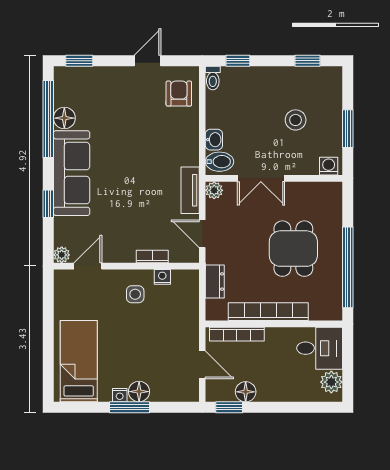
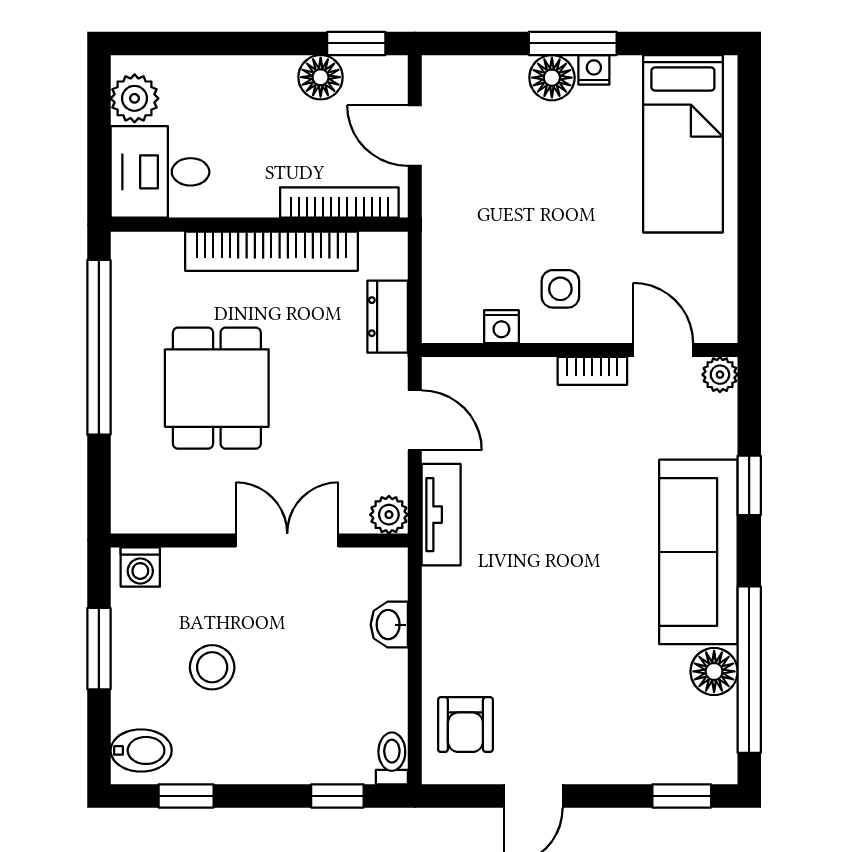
bidet: (220, 162) -> (141, 750), moved, turned 180
bookcase: (152, 256) -> (592, 371), moved
door: (88, 266) -> (663, 350), swing flipped

